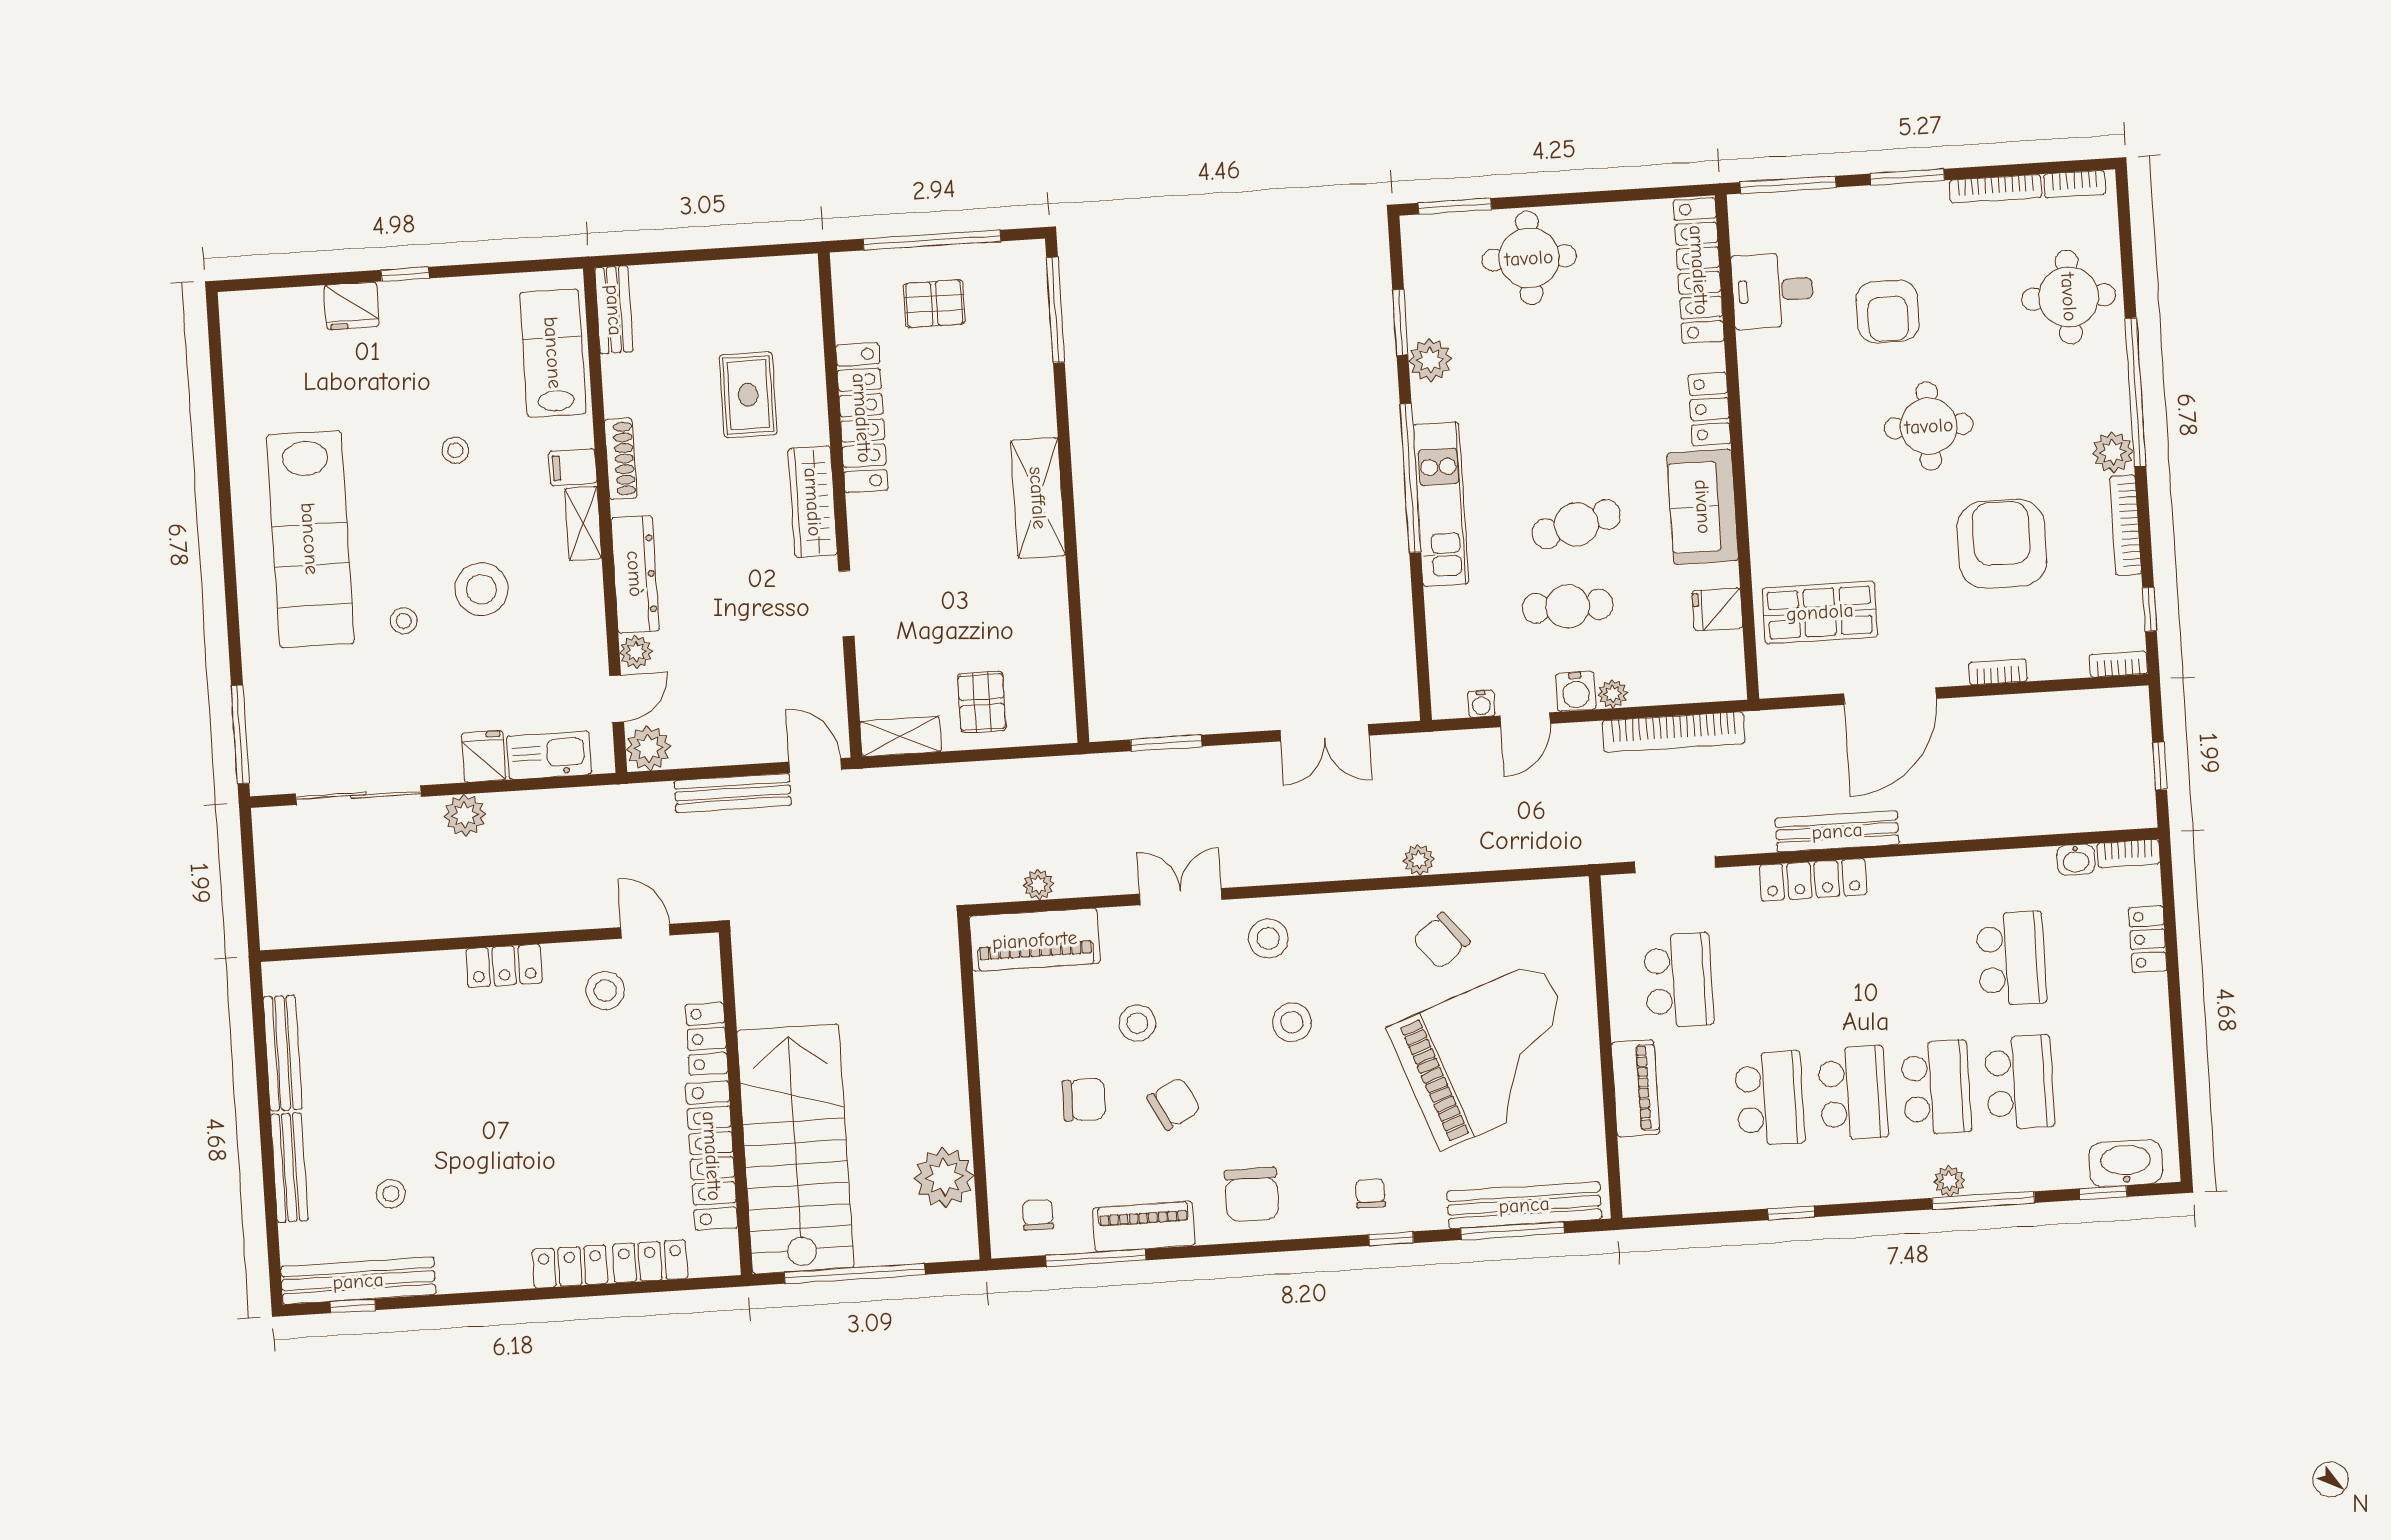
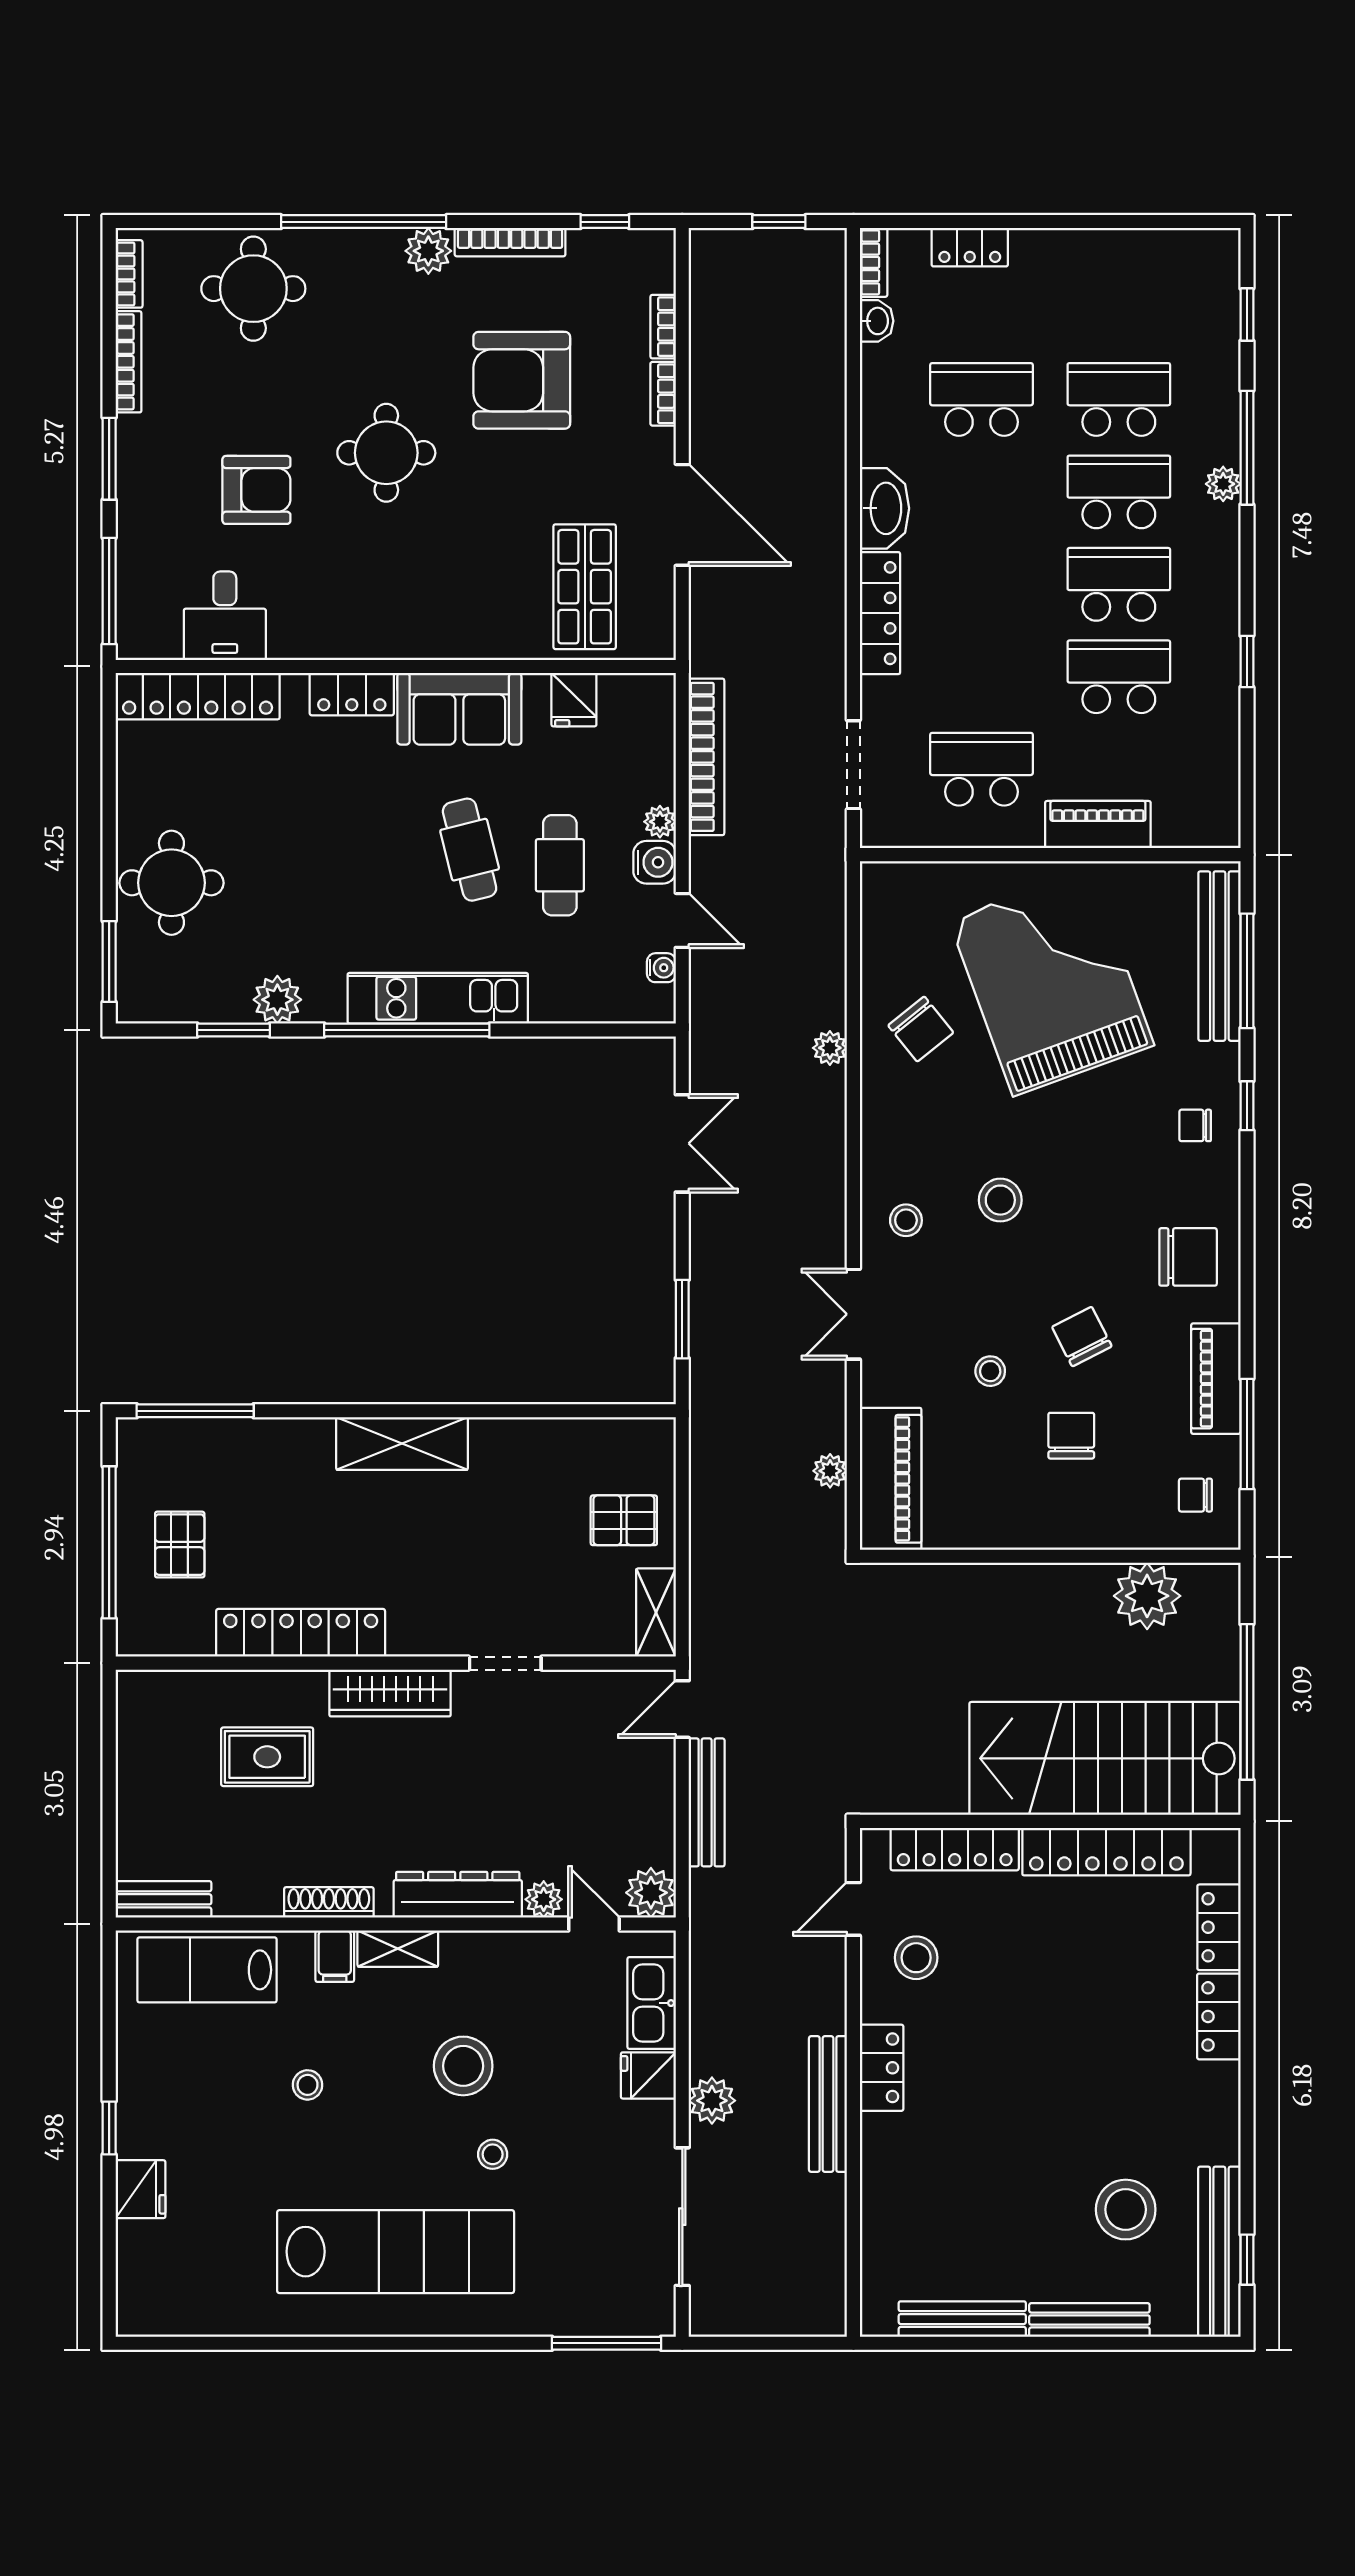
bookcase: (2118, 664) -> (663, 327), moved
bench: (1837, 831) -> (828, 2104), moved
stool: (1268, 938) -> (906, 1220), width x0.73, depth x0.73
stool: (1137, 1023) -> (990, 1371), width x0.73, depth x0.73
locker: (706, 1039) -> (955, 1849), width x1.53
washbasin: (2126, 1163) -> (884, 508), moved, turned 180
stool: (391, 1194) -> (1126, 2210), width x1.89, depth x1.89

